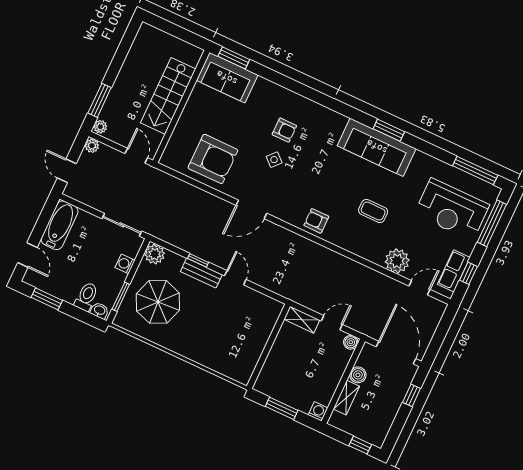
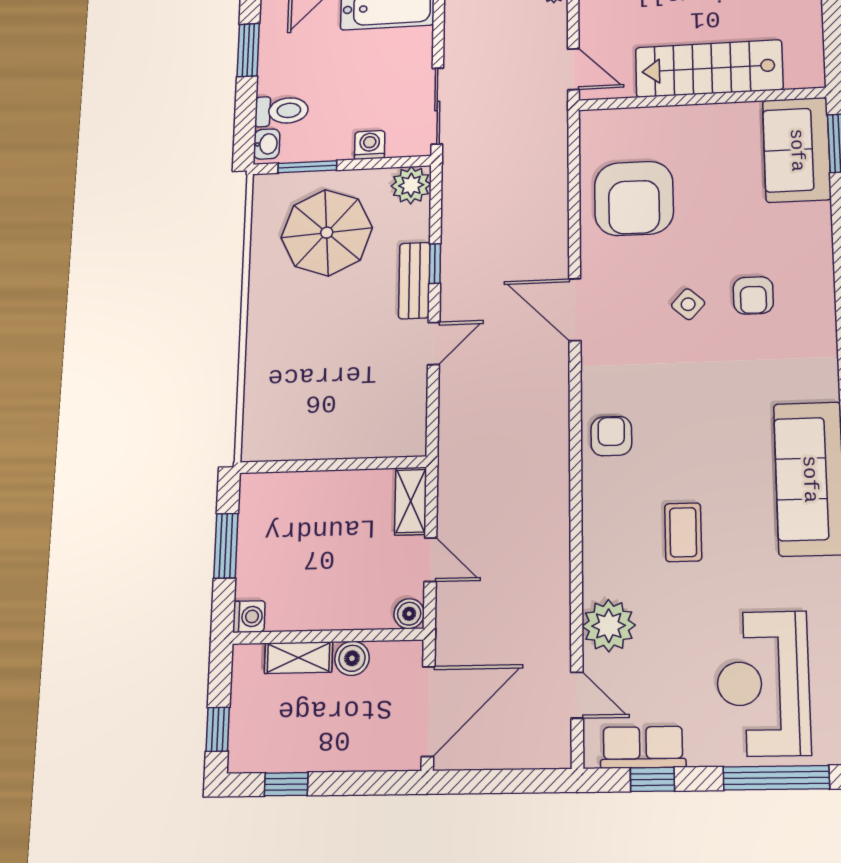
door: (136, 156) -> (573, 69), hinge flipped
window: (412, 395) -> (286, 784), moved

